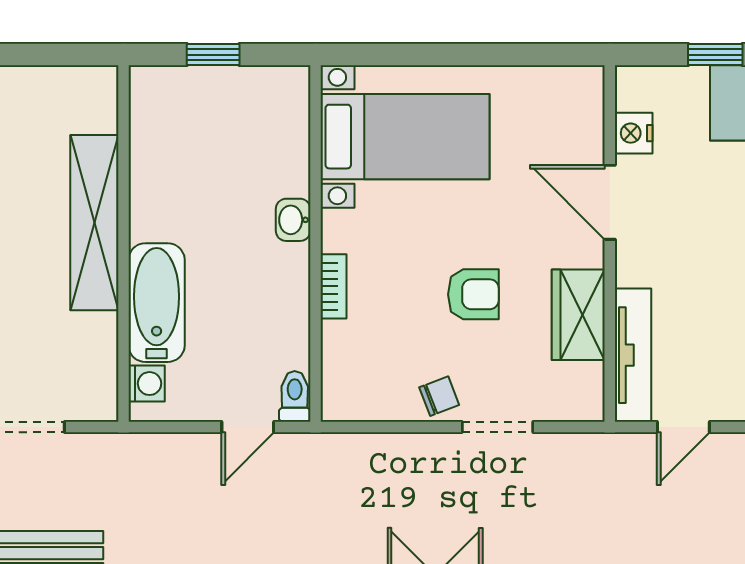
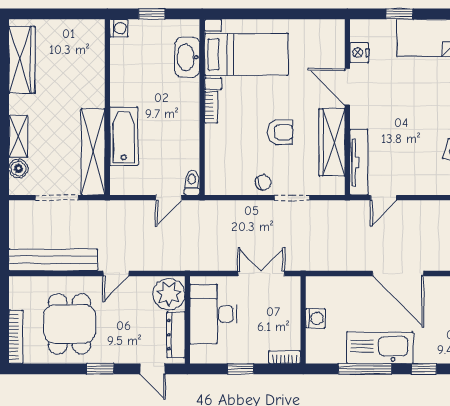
washbasin: (293, 220) -> (187, 57), moved, width x1.91, depth x1.45
shelving: (94, 223) -> (93, 152), moved
bookcase: (333, 286) -> (211, 107), moved
wardrobe: (578, 315) -> (332, 142), width x1.50
washing machine: (147, 384) -> (119, 28), moved

